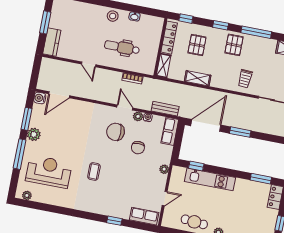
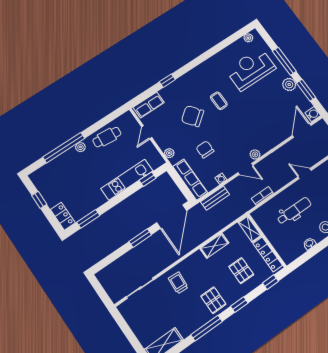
plant: (138, 116) -> (255, 154), moved
row of seats: (170, 131) -> (190, 179), width x1.48
chair: (115, 132) -> (193, 116), moved, turned -128
reception desk: (49, 172) -> (251, 69), turned 180

